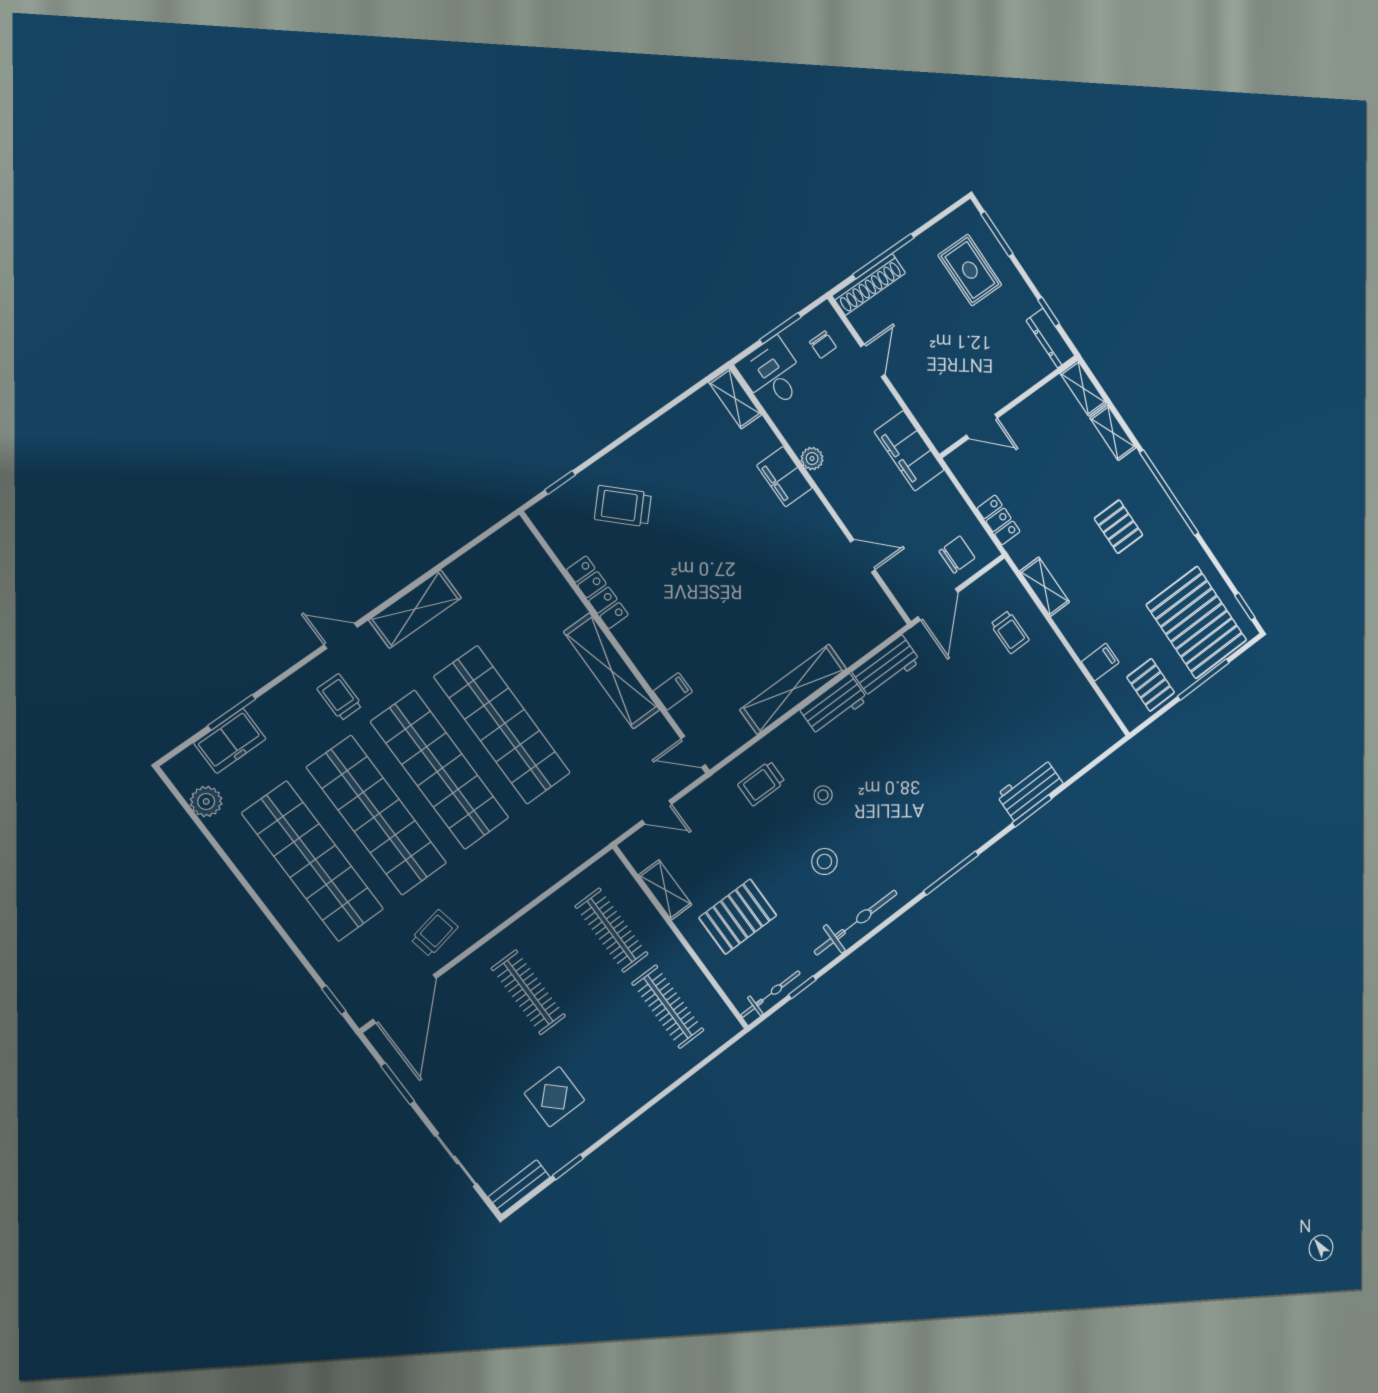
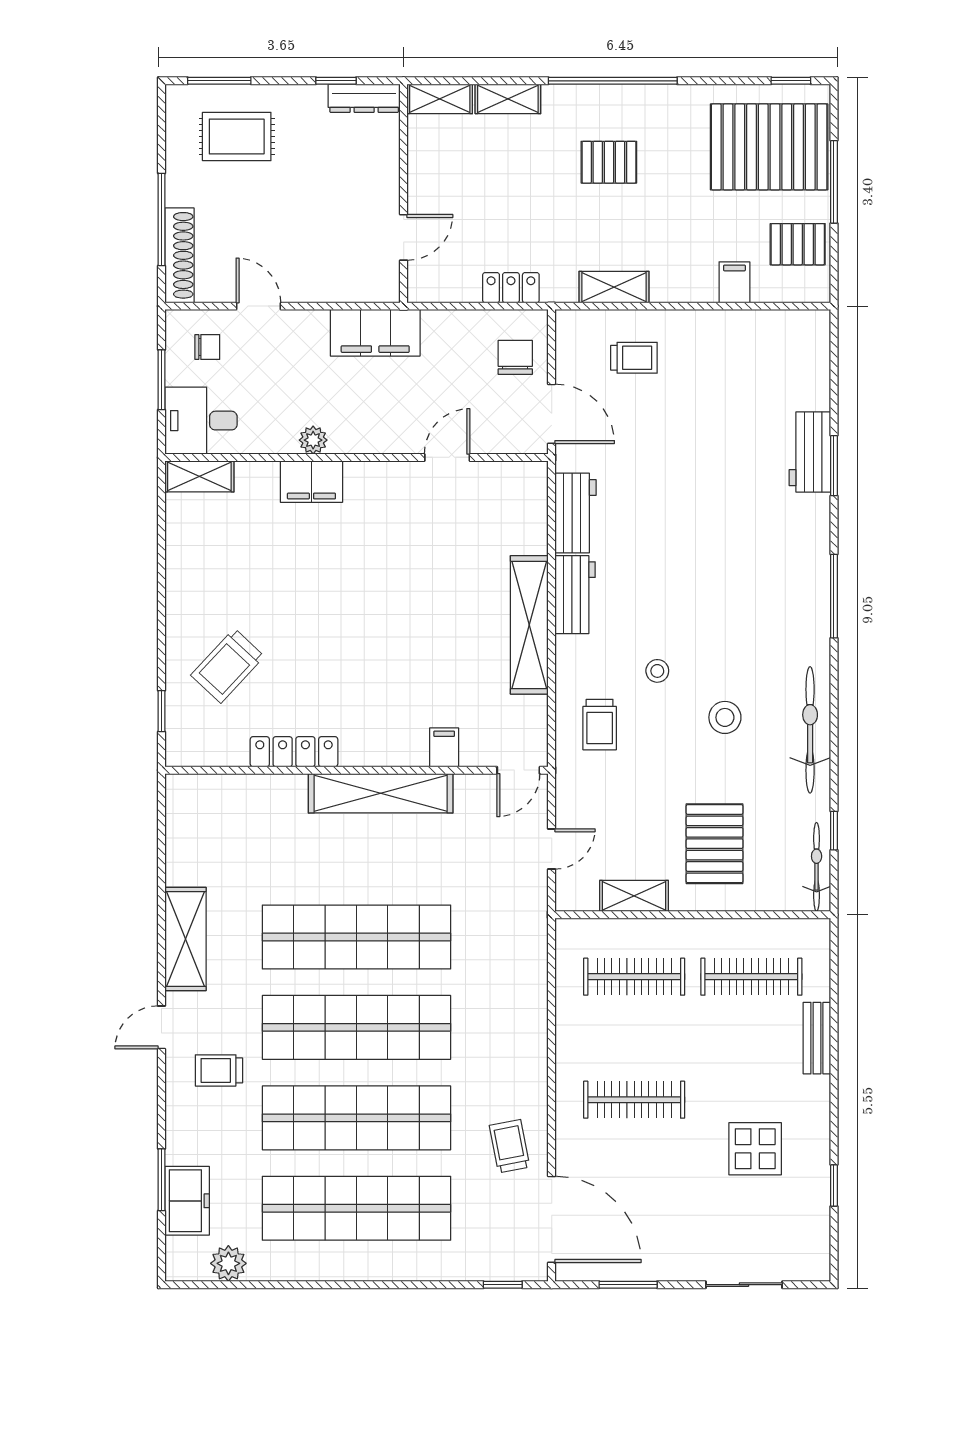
bench: (519, 1187) -> (817, 1038), moved

